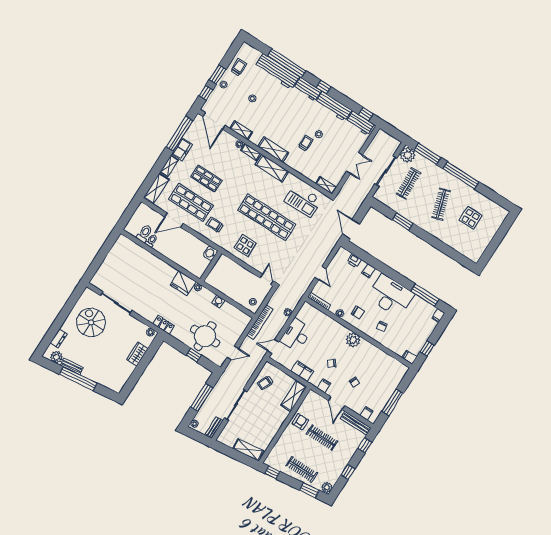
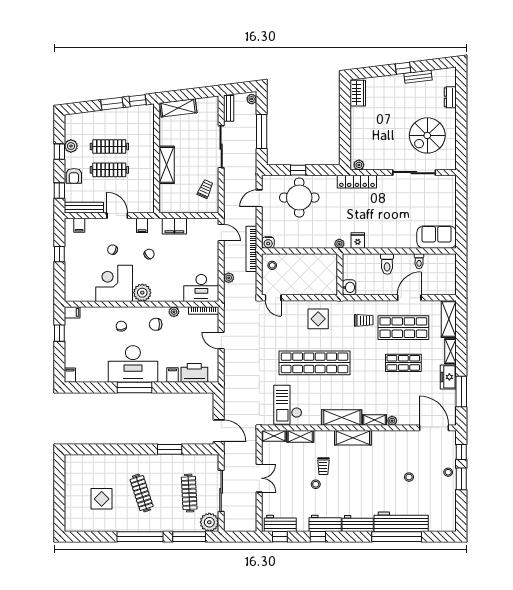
trolley: (239, 67) -> (444, 501), removed
window: (324, 87) -> (318, 537), moved
workbench: (334, 106) -> (325, 523), width x0.73
shelving: (241, 130) -> (300, 436), moved
window: (180, 134) -> (461, 391), width x0.68
double door: (355, 163) -> (259, 478), swing flipped
checkout: (303, 200) -> (288, 405), turned -90
door: (351, 229) -> (219, 431), moved
toilet: (144, 234) -> (387, 264), moved
sofa: (129, 249) -> (437, 237), added
printer: (354, 261) -> (194, 373), width x1.87, depth x1.48
fridge: (183, 283) -> (358, 241), width x0.53, depth x0.75
window: (425, 295) -> (135, 387), moved
water cooler: (218, 301) -> (268, 243), moved
spiral stairs: (91, 322) -> (427, 135), turned 90
locker: (163, 325) -> (357, 182), width x1.53
desk: (296, 335) -> (201, 288), moved, turned 90
door: (273, 346) -> (221, 232), hinge flipped
wardrobe: (137, 354) -> (358, 93), moved
plant: (57, 357) -> (440, 76), removed
corner desk: (368, 359) -> (114, 283), added
window: (78, 379) -> (403, 68), width x0.32
shelving: (294, 396) -> (167, 165), moved
window: (393, 402) -> (59, 254), width x0.46
armchair: (300, 422) -> (74, 176), moved
clothes rail: (302, 469) -> (109, 147), moved
plant: (327, 487) -> (71, 146), moved
window: (309, 490) -> (112, 104), moved

